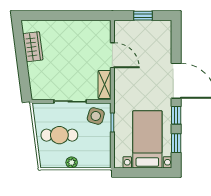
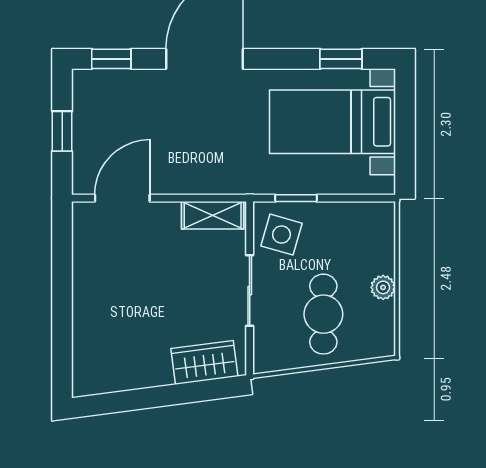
wardrobe: (33, 47) -> (204, 362), moved
door: (112, 55) -> (122, 198), moved
window: (176, 115) -> (111, 59), moved

